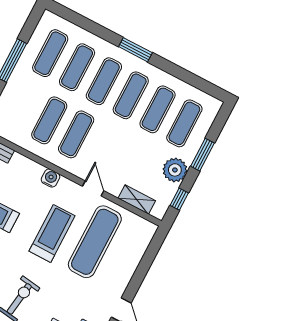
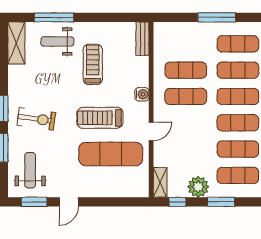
shelving: (137, 200) -> (160, 182), moved
treadmill: (52, 233) -> (100, 118), turned 180

